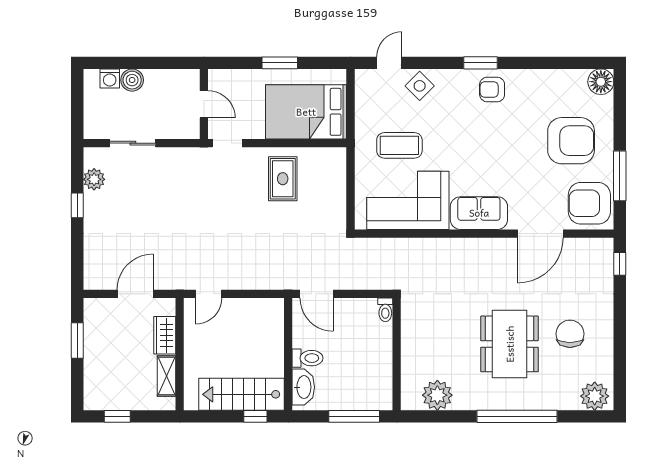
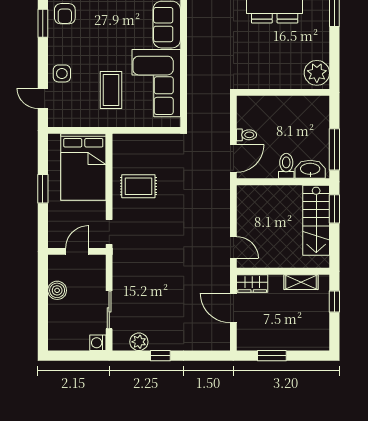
washing machine: (110, 78) -> (98, 343), moved, turned 180
boiler: (132, 80) -> (57, 290), moved
side table: (420, 86) -> (62, 73), turned 45
toilet: (385, 310) -> (247, 135), moved
wardrobe: (165, 335) -> (252, 283), moved
plant: (437, 395) -> (317, 73), moved
window: (117, 416) -> (334, 301), moved
window: (255, 416) -> (334, 209), width x1.50
window: (354, 416) -> (334, 149), moved

